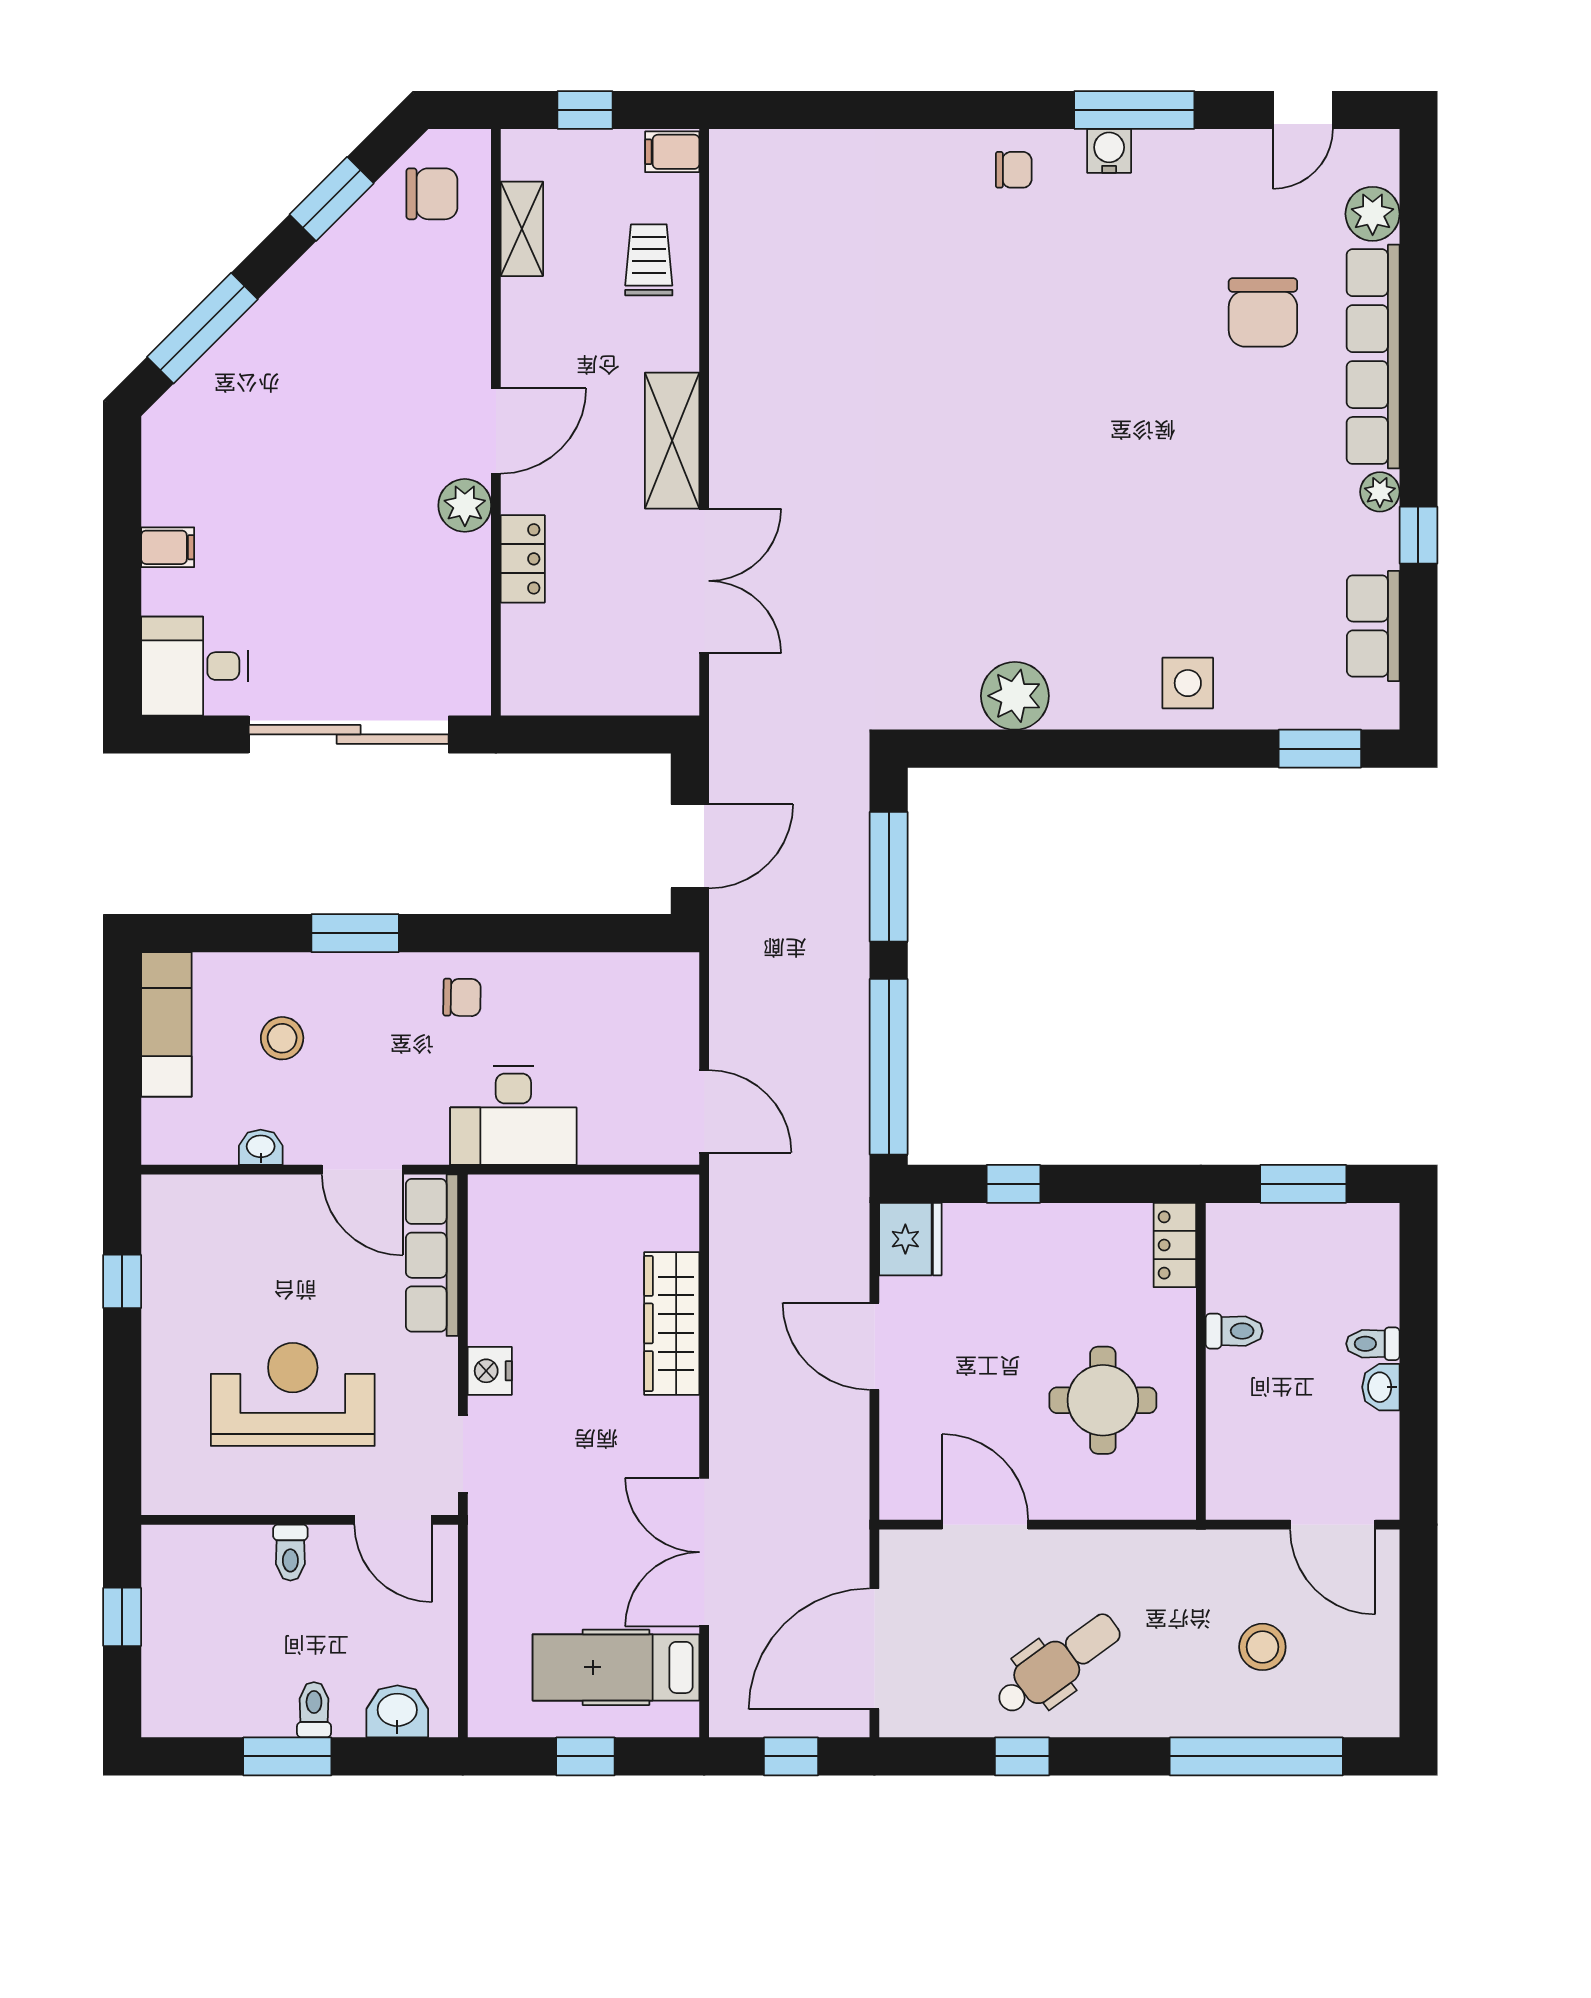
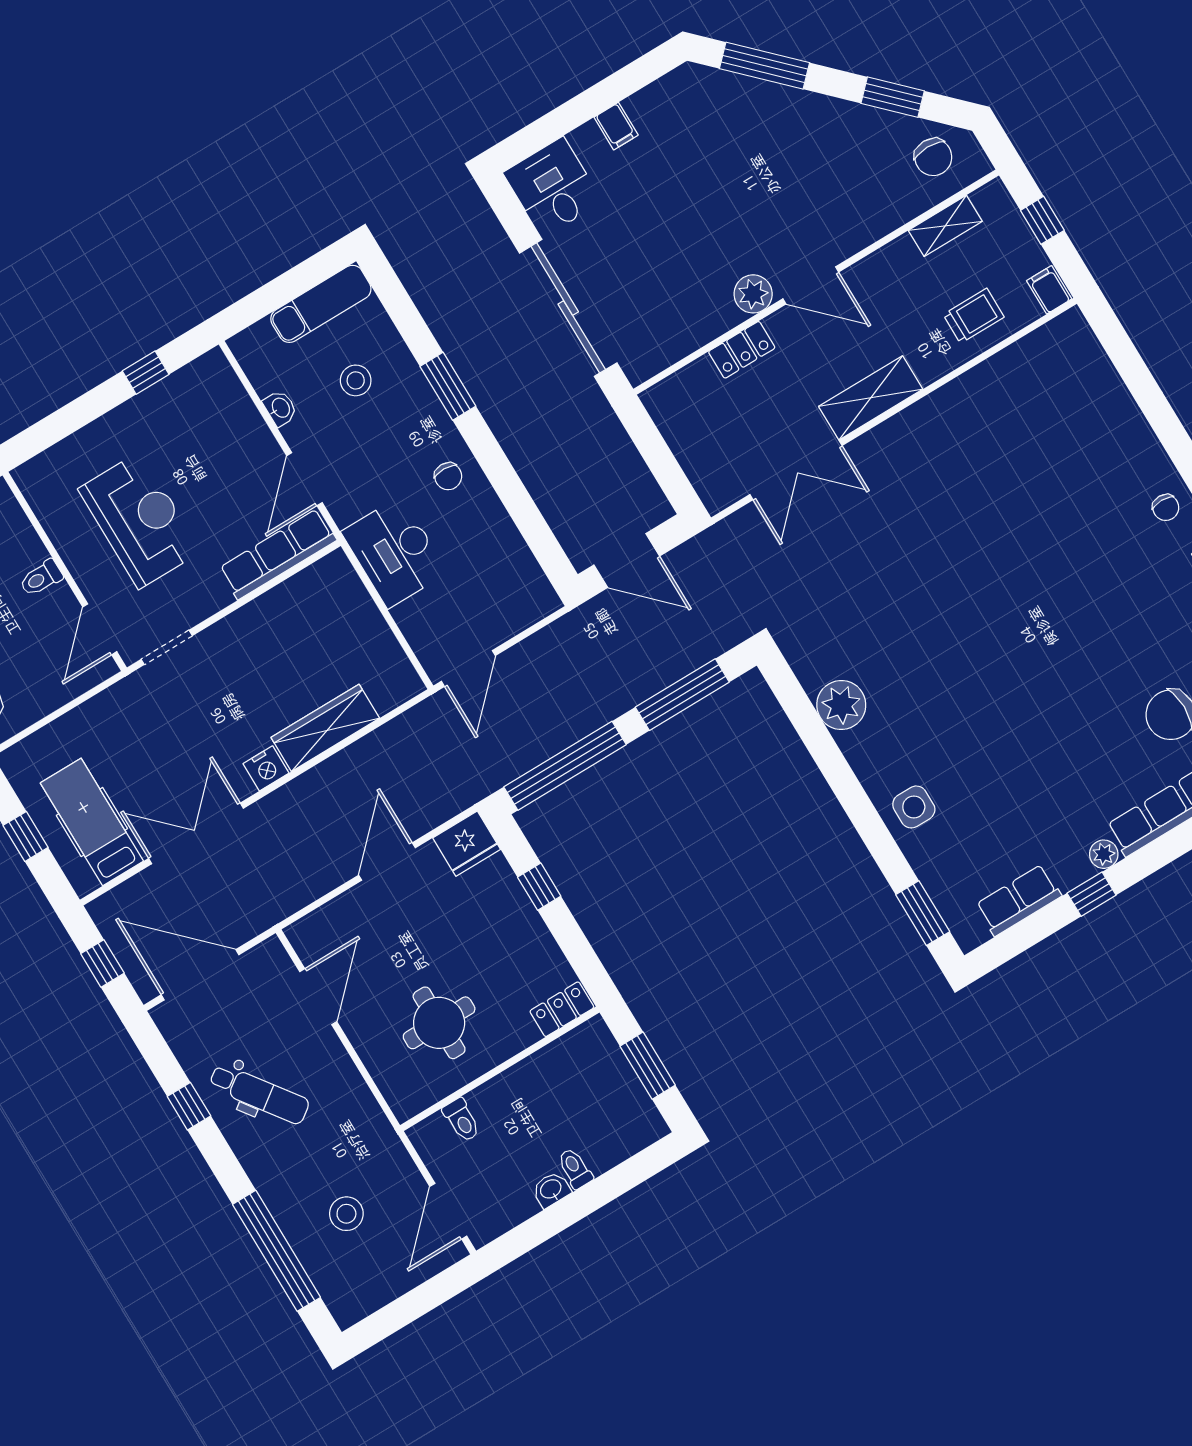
toilet: (1234, 1331) -> (462, 1120), moved
nightstand: (490, 1371) -> (266, 768), moved, turned 180

